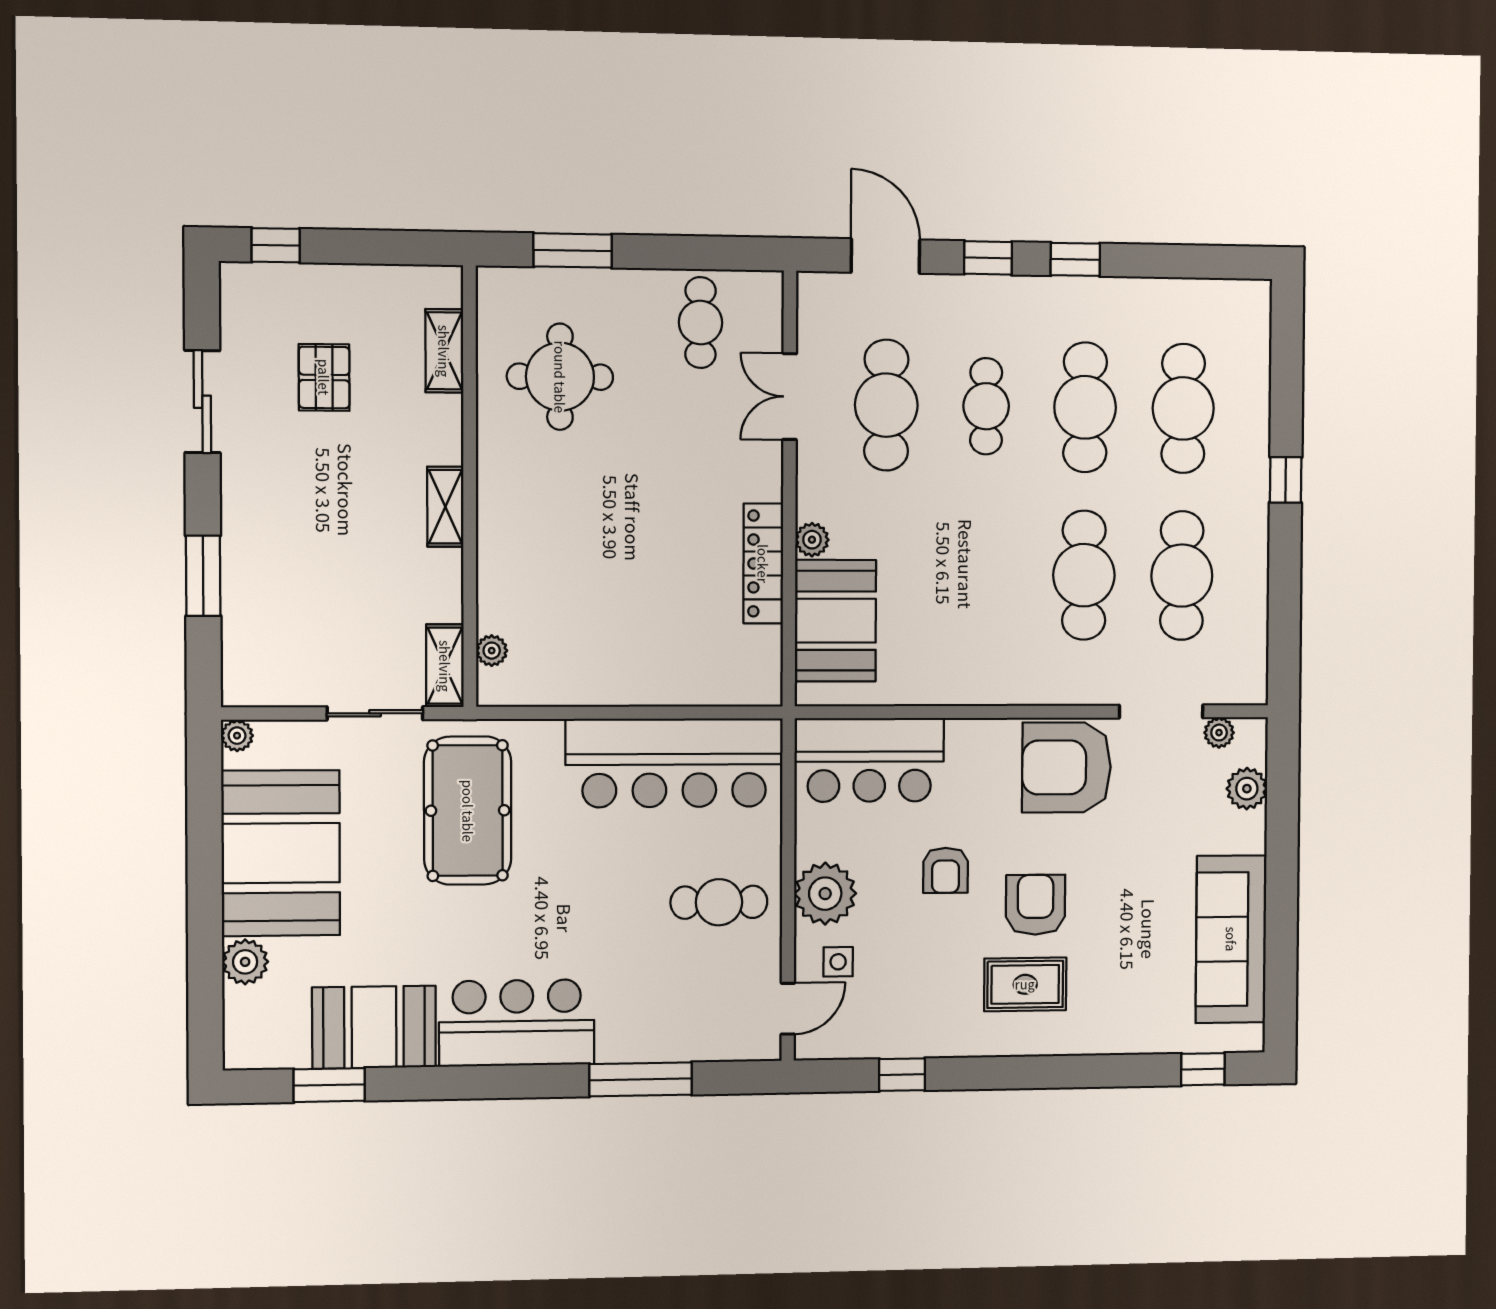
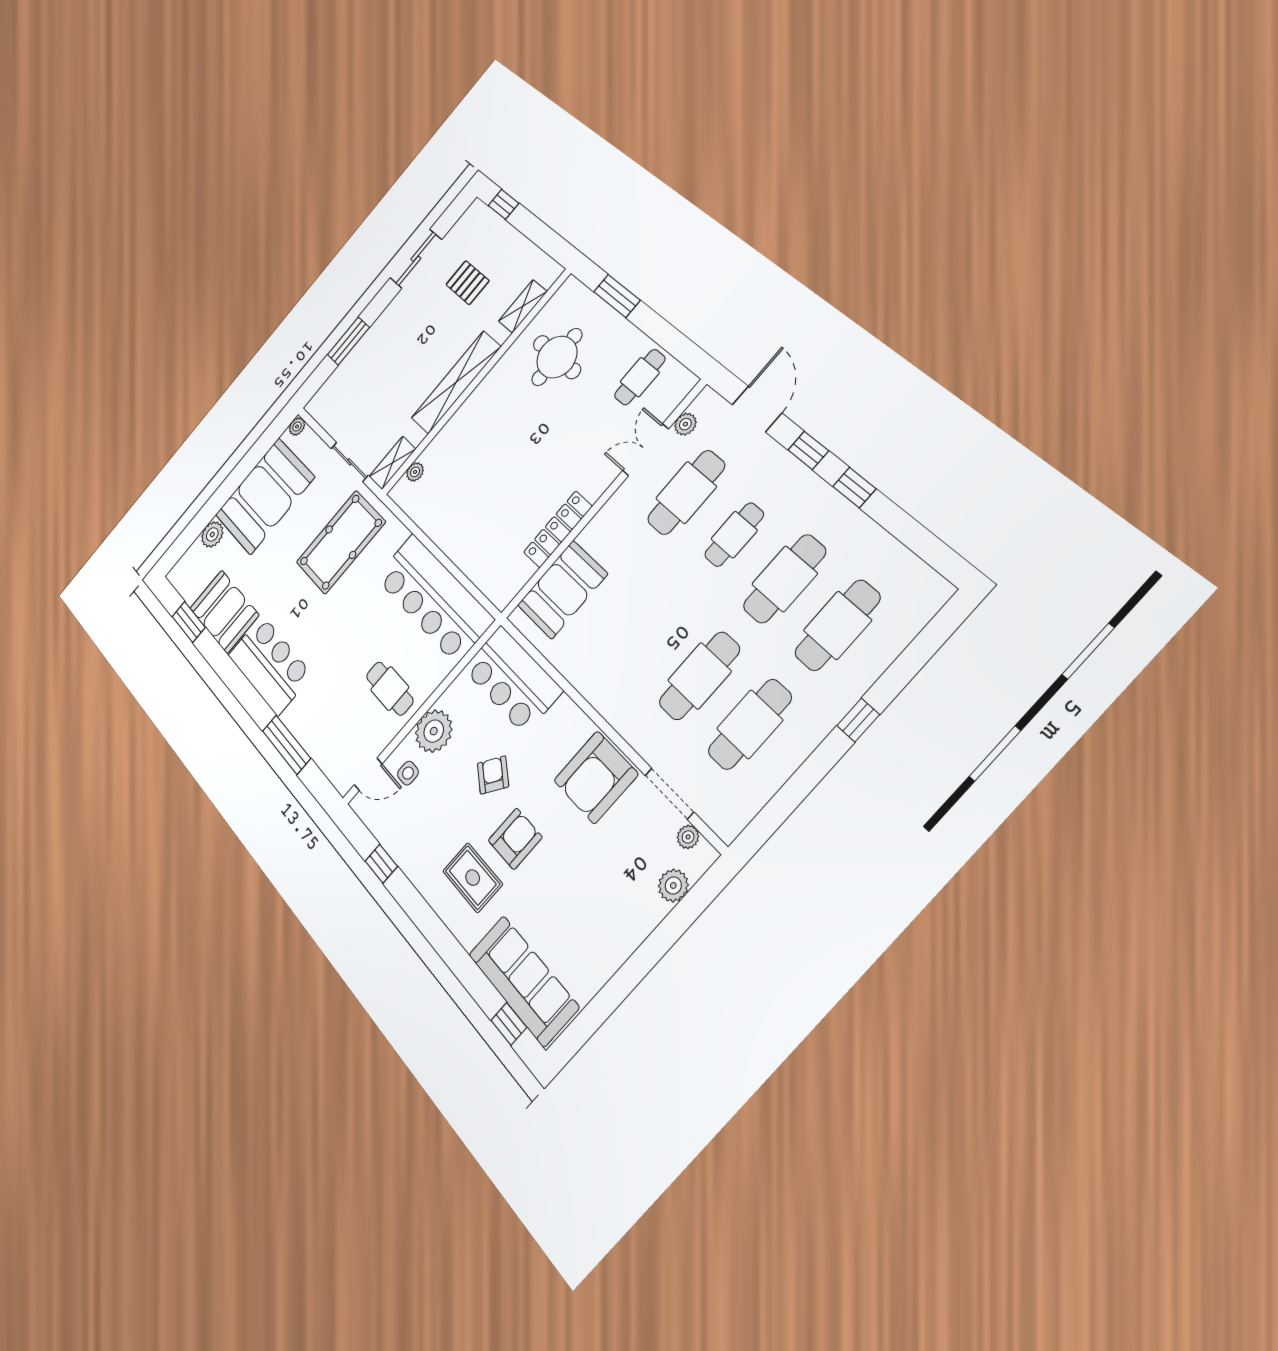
pallet: (324, 377) -> (468, 283), turned 90
shelving: (445, 507) -> (456, 382), width x2.20, depth x1.33
plant: (812, 540) -> (685, 424), moved
armchair: (1067, 767) -> (596, 777), turned -90
armchair: (946, 870) -> (493, 775), turned 125
sofa: (1231, 939) -> (523, 981), moved, turned 90

